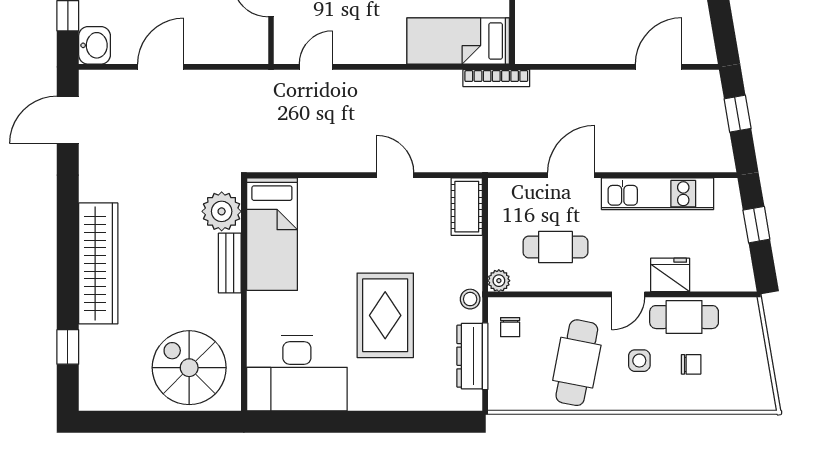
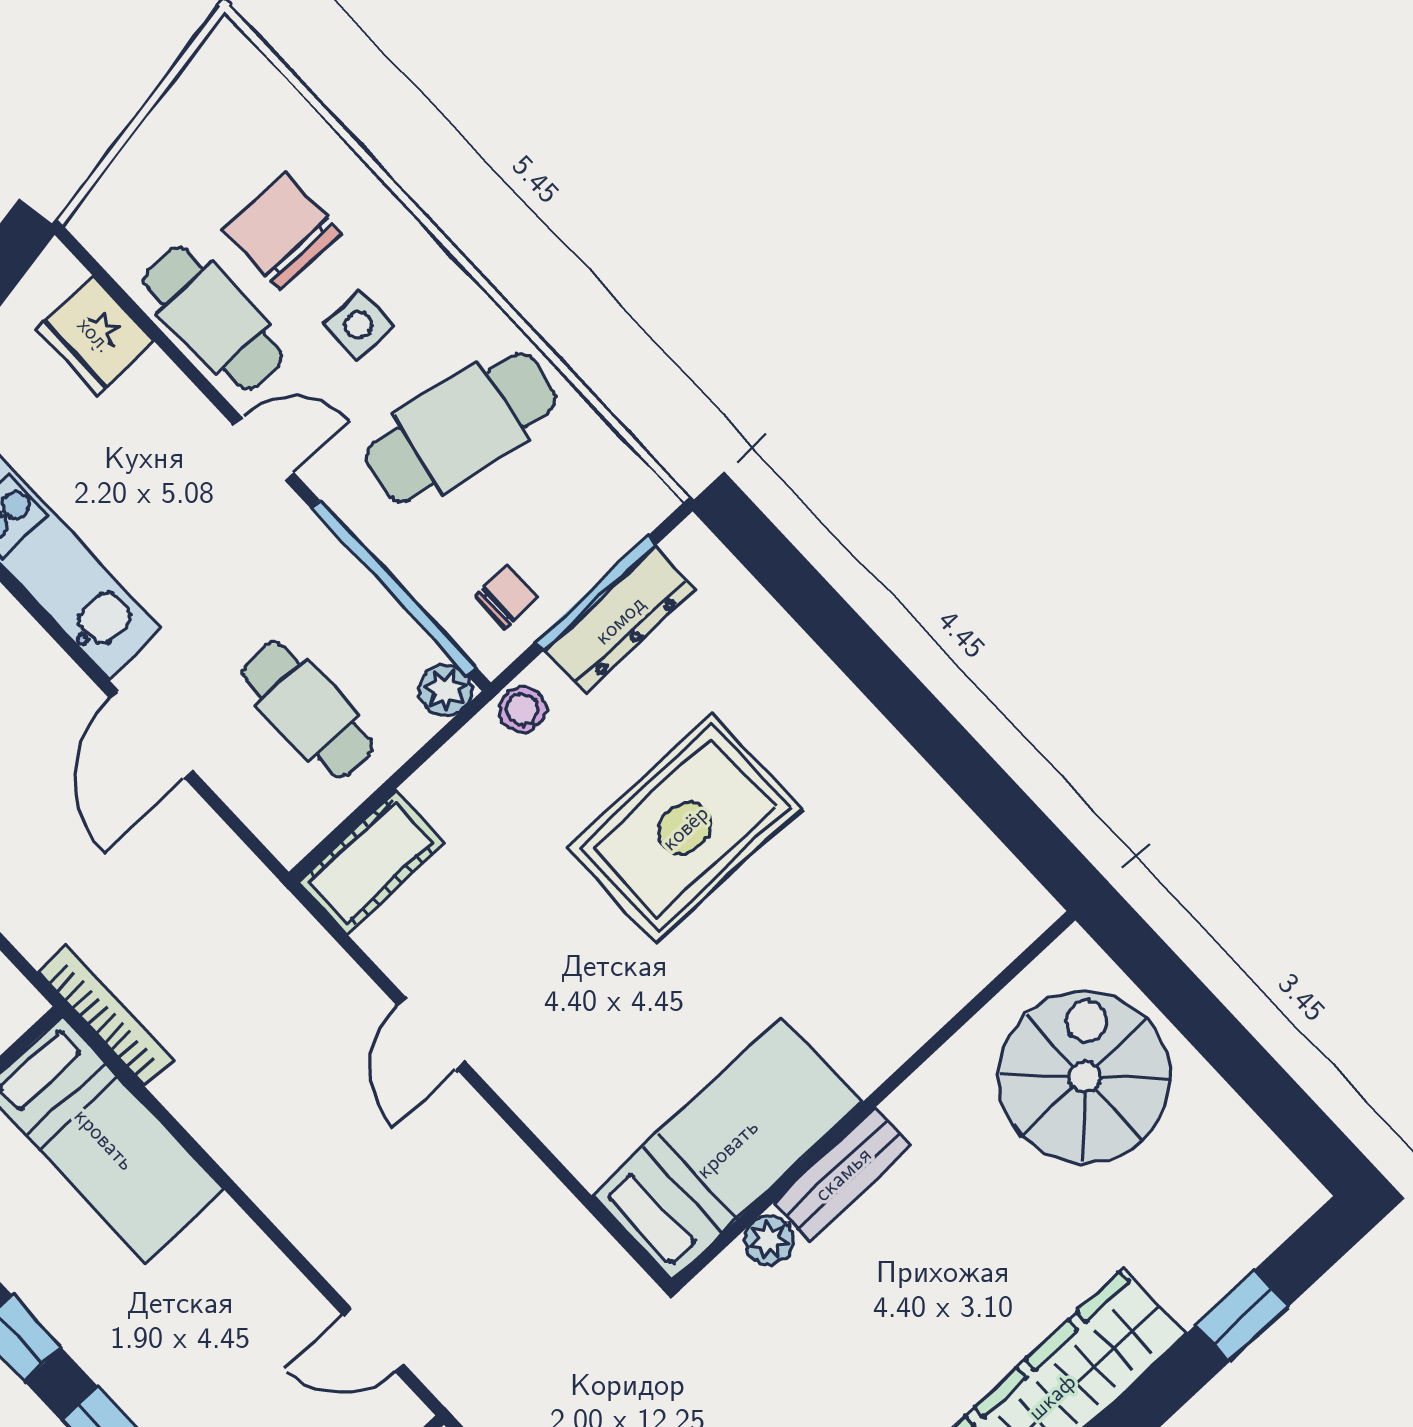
door: (571, 175) -> (152, 735), hinge flipped
plant: (222, 211) -> (769, 1240), width x0.53, depth x0.53
cafe table: (555, 247) -> (307, 710), moved
fridge: (670, 275) -> (95, 335), moved
window: (546, 294) -> (393, 587), added
chair: (691, 364) -> (282, 231), width x1.87, depth x1.87
spiral stairs: (189, 368) -> (1085, 1077), turned 180
desk: (297, 373) -> (923, 885), removed

